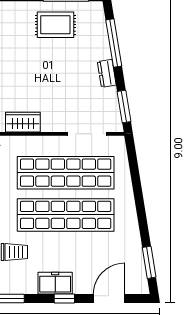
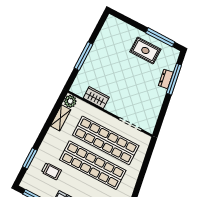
dresser: (107, 73) -> (166, 79), moved
window: (124, 107) -> (160, 120), removed

